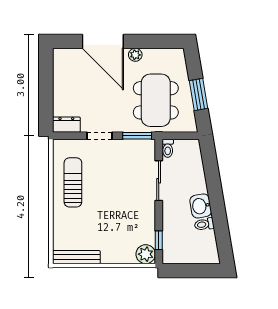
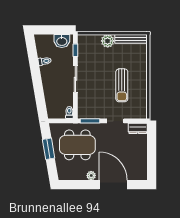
dining table: (156, 100) -> (77, 145), turned 90
sliding door: (159, 181) -> (75, 79), moved
sun lounger: (73, 182) -> (122, 85), moved
washbasin: (201, 206) -> (62, 41), moved, turned 100
plant: (146, 254) -> (108, 41), moved

